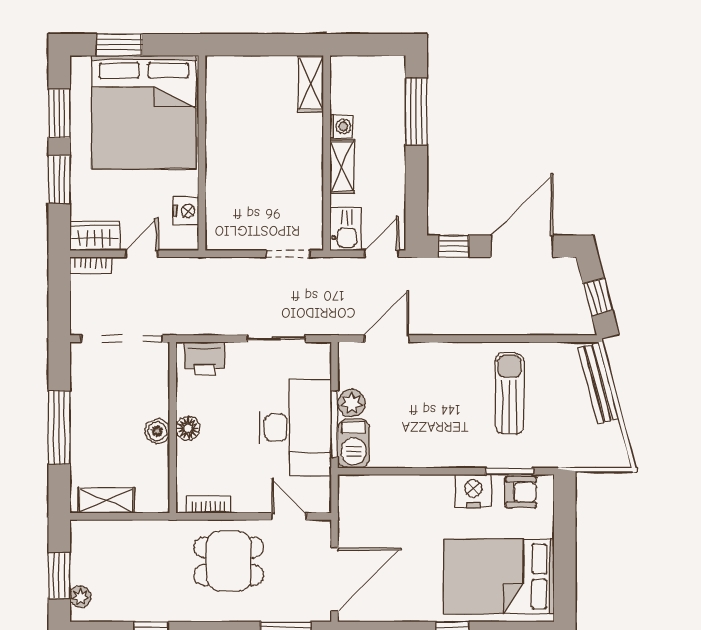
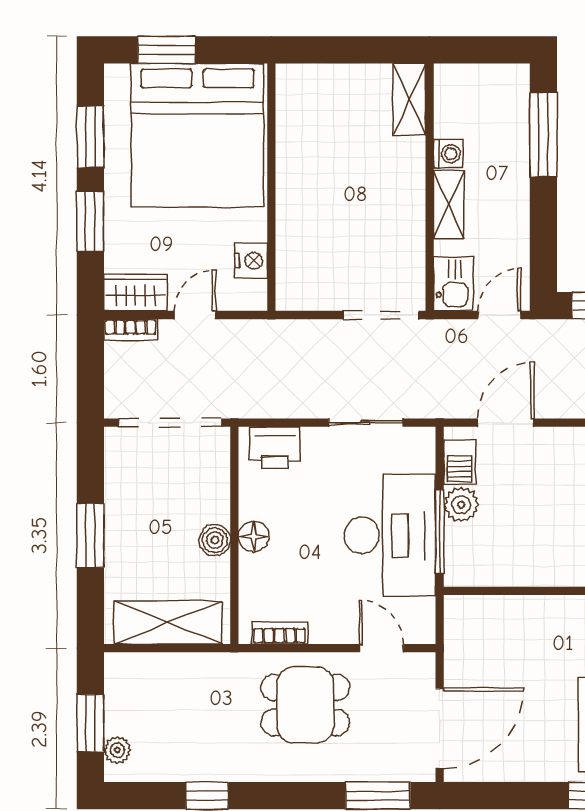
doorway: (288, 254) -> (381, 315), width x1.38
window: (59, 427) -> (90, 535), width x0.69
barbecue: (354, 443) -> (460, 462), moved, width x0.73, depth x0.79
shelving: (106, 500) -> (168, 623), width x1.50, depth x1.33

